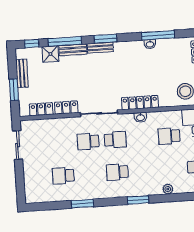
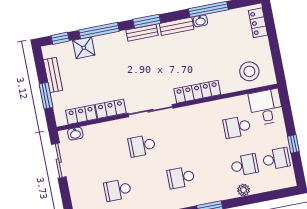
bench: (73, 50) -> (177, 26), moved
washbasin: (140, 117) -> (75, 134), moved
school desk: (115, 140) -> (244, 165), moved

